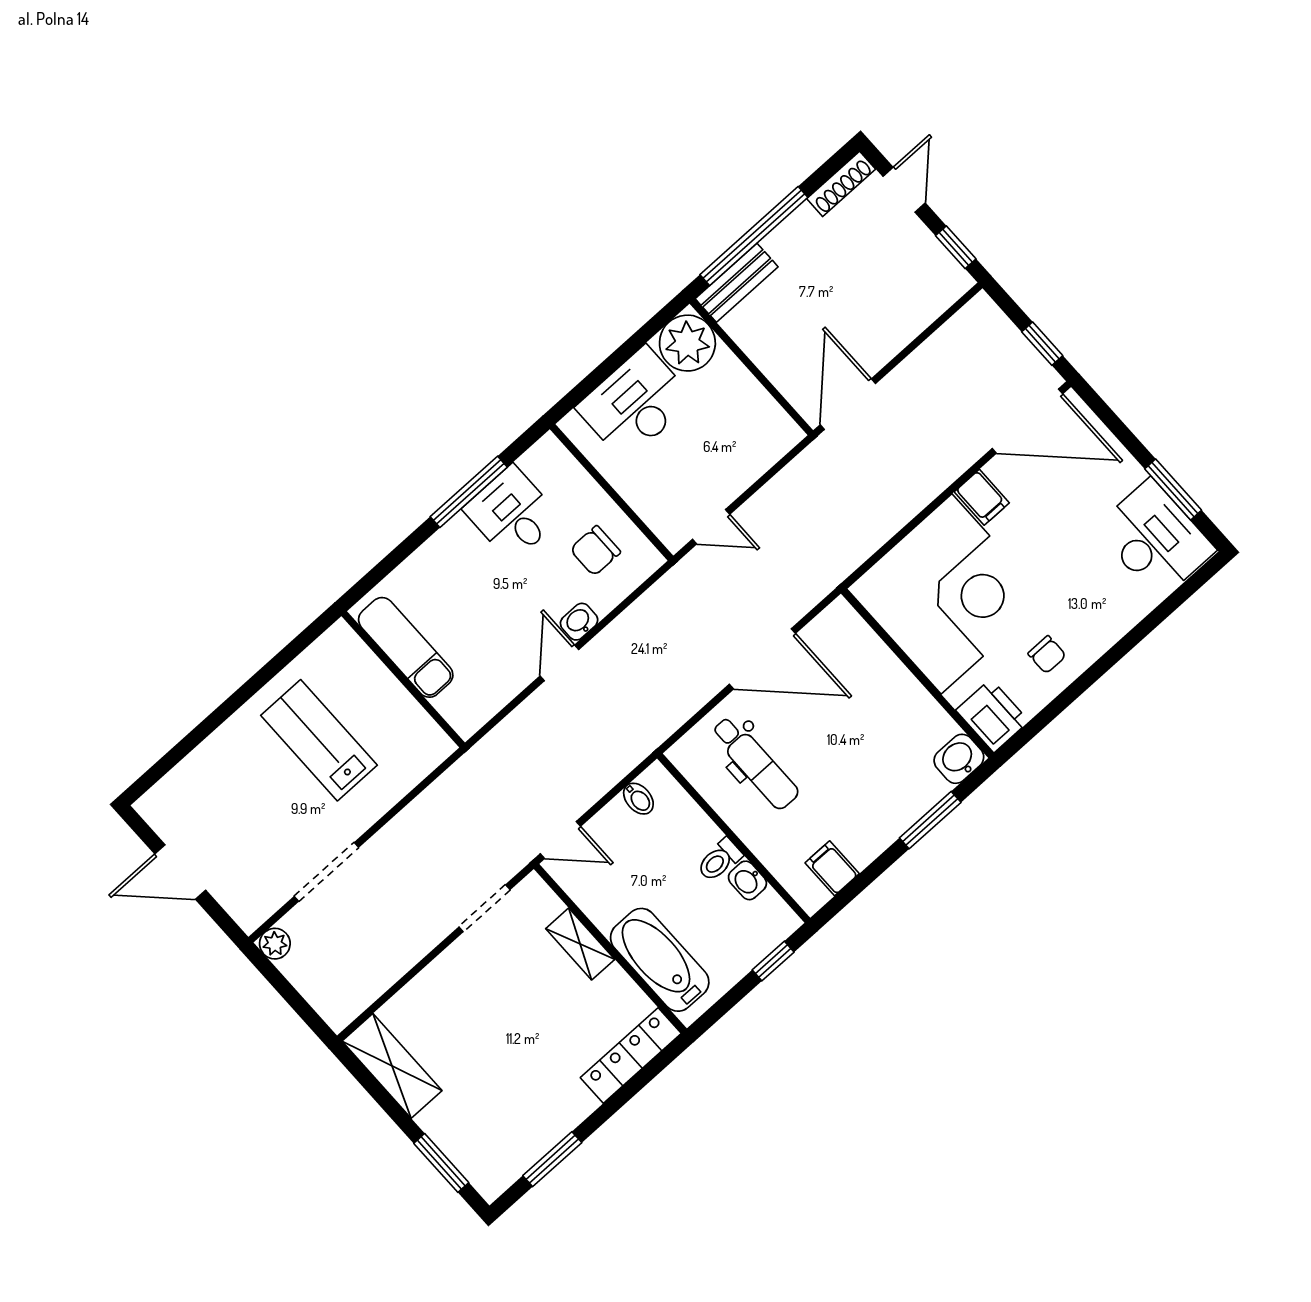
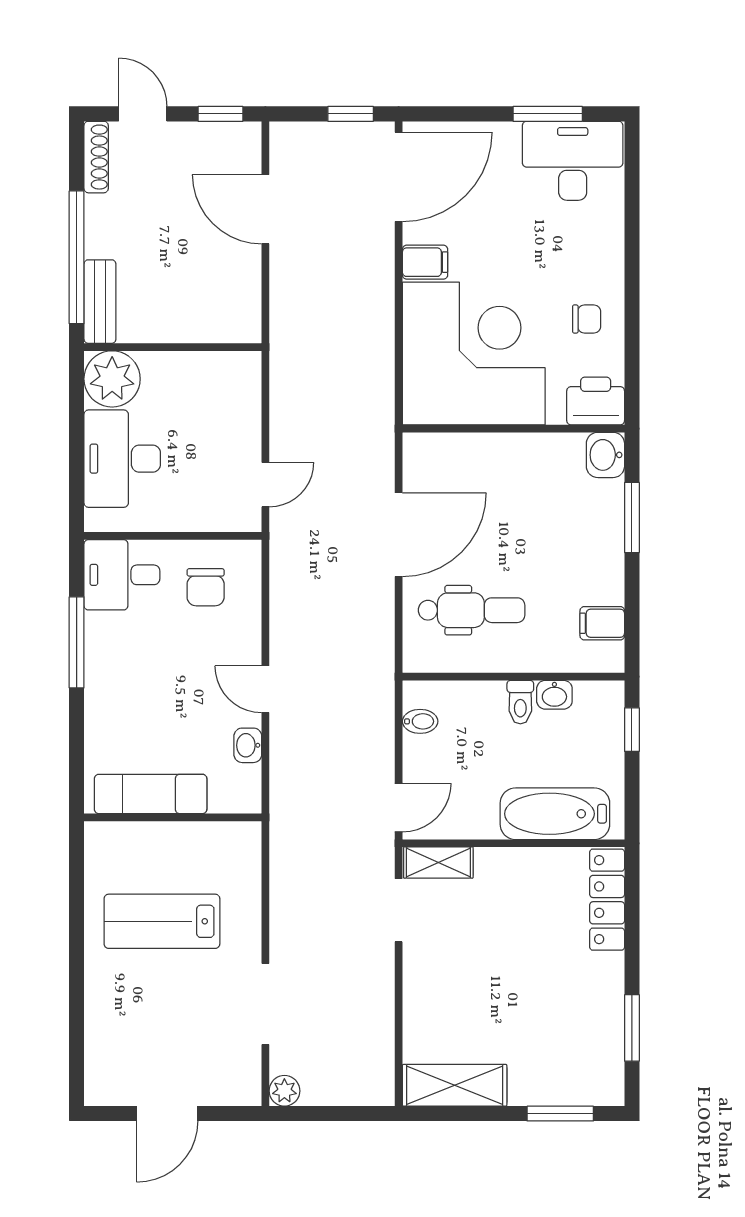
door: (848, 404) -> (265, 209), moved
desk: (512, 514) -> (122, 575), moved
washbasin: (579, 622) -> (248, 745), moved
shelving: (580, 944) -> (438, 863), moved

